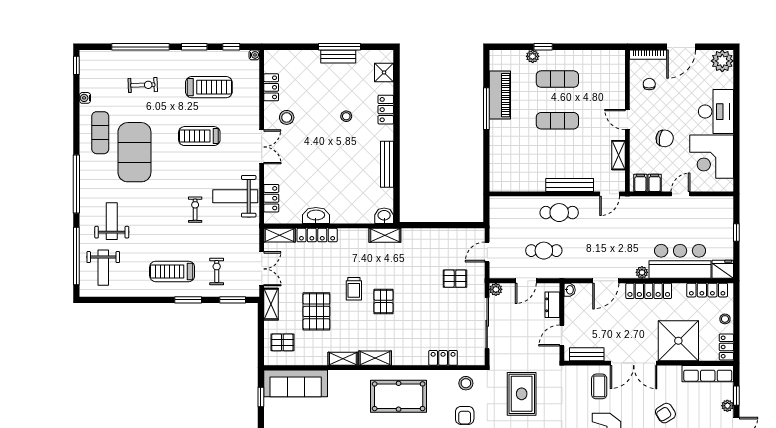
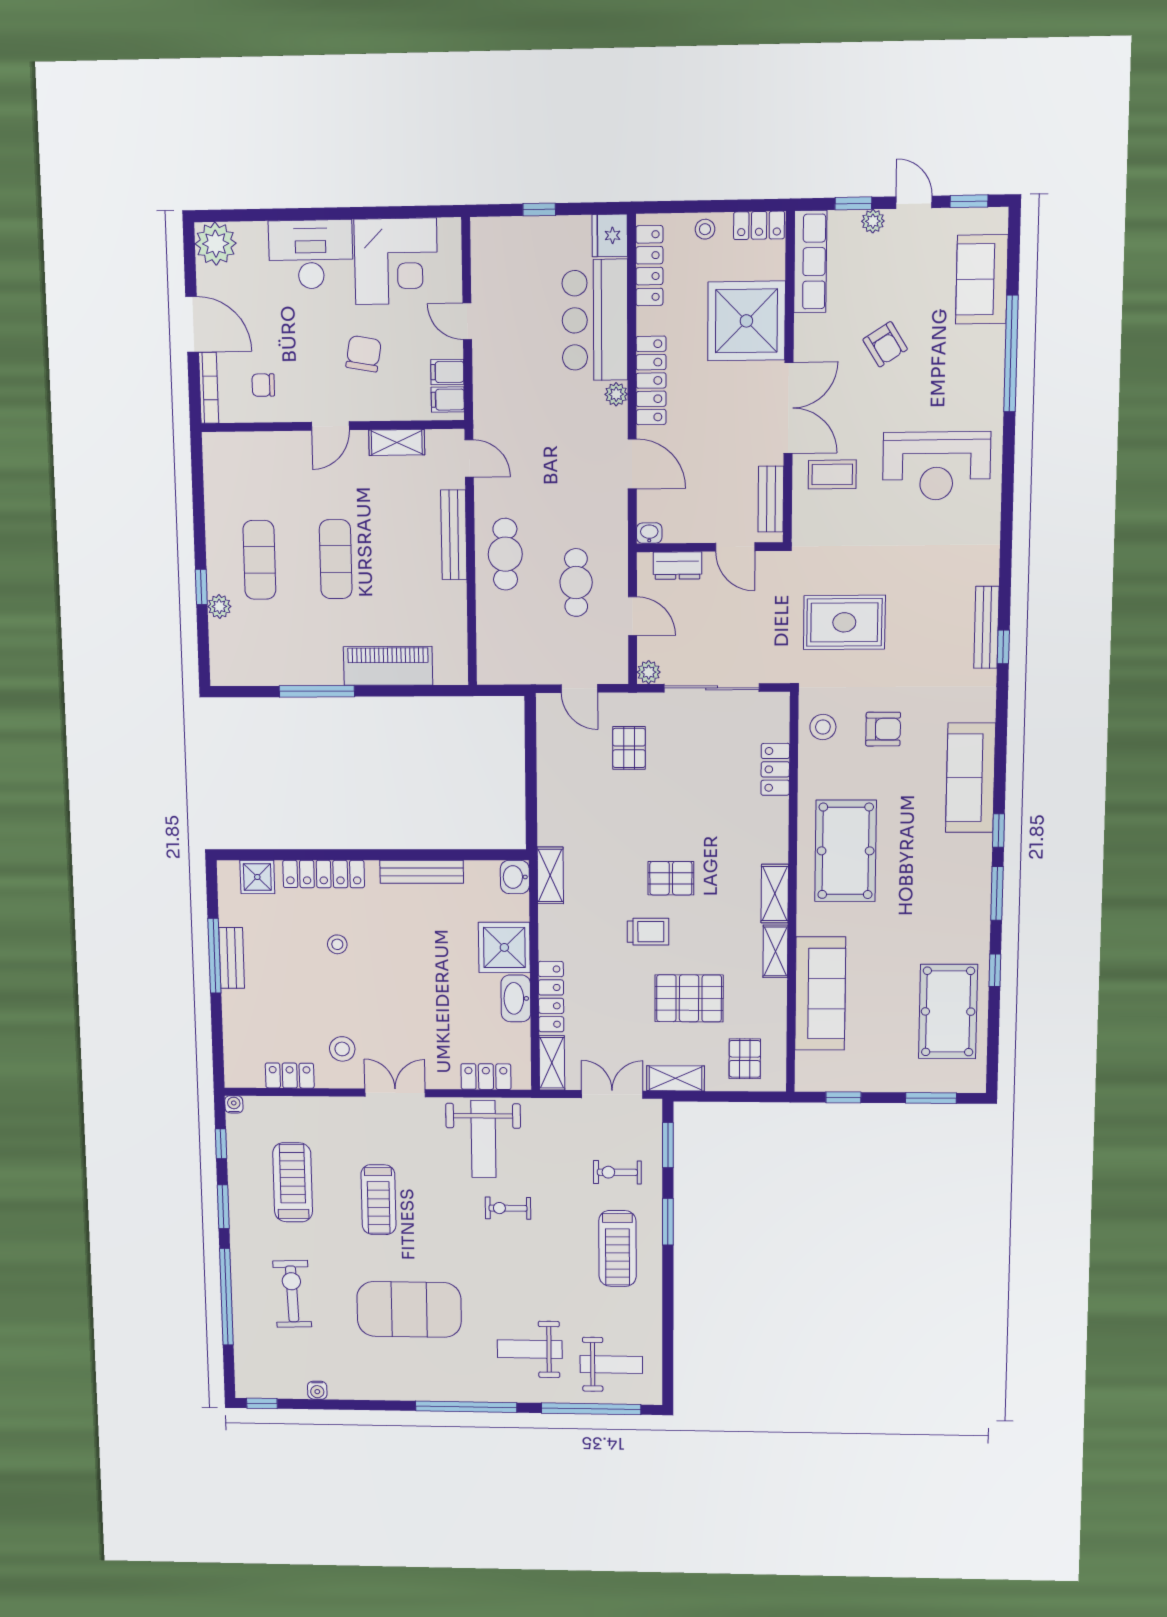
exercise bike: (143, 85) -> (292, 1294), width x1.38, depth x1.39
piano: (500, 95) -> (388, 666), moved
locker: (386, 110) -> (324, 874), width x1.53
exercise mat: (100, 133) -> (376, 1366), removed
shower: (345, 209) -> (504, 947), added
sofa: (296, 383) -> (820, 994), moved

